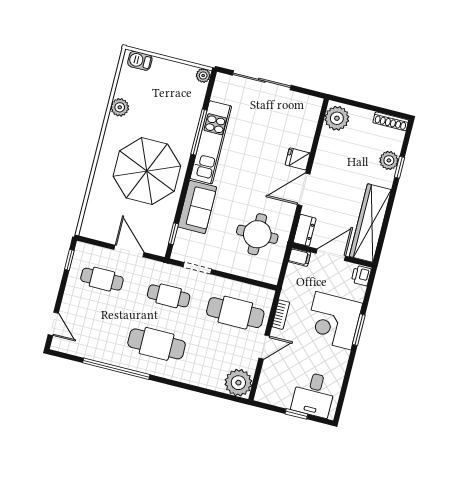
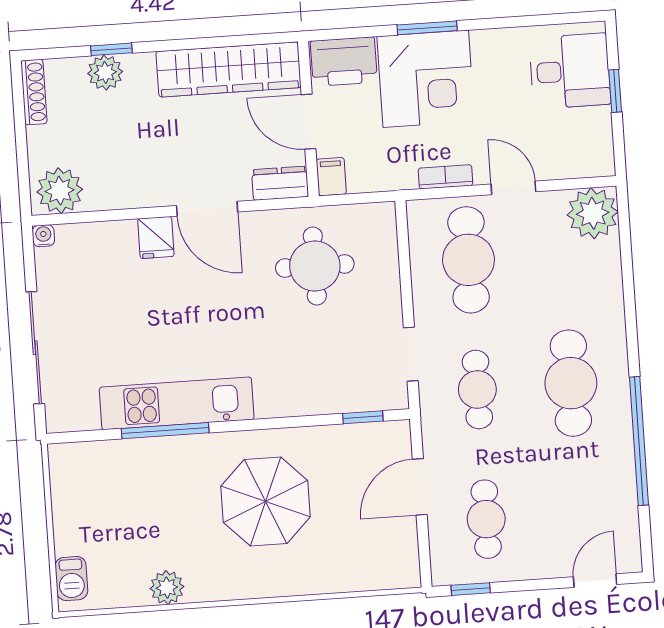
plant: (203, 76) -> (61, 456), removed
water cooler: (317, 103) -> (43, 236), added
parasol: (147, 171) -> (266, 502), width x0.73, depth x0.73
sofa: (197, 207) -> (301, 390), removed
printer: (361, 276) -> (344, 62), width x1.87, depth x1.48

